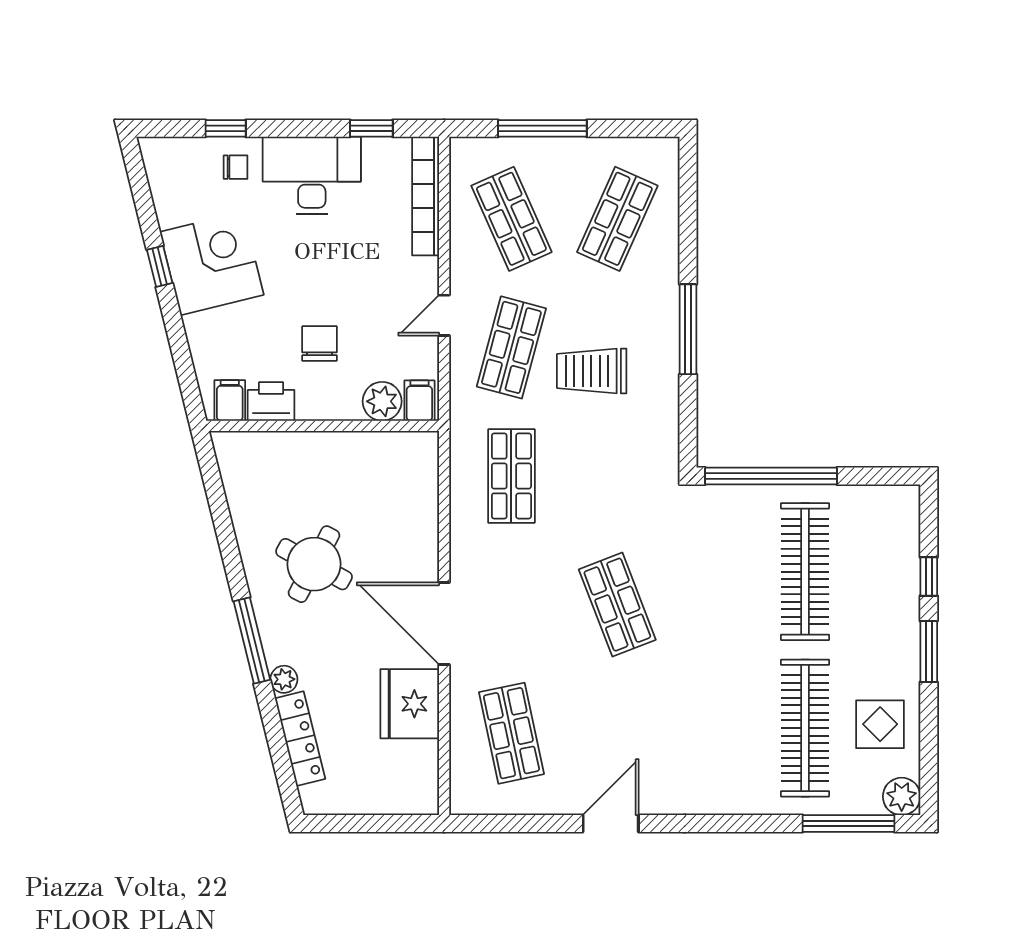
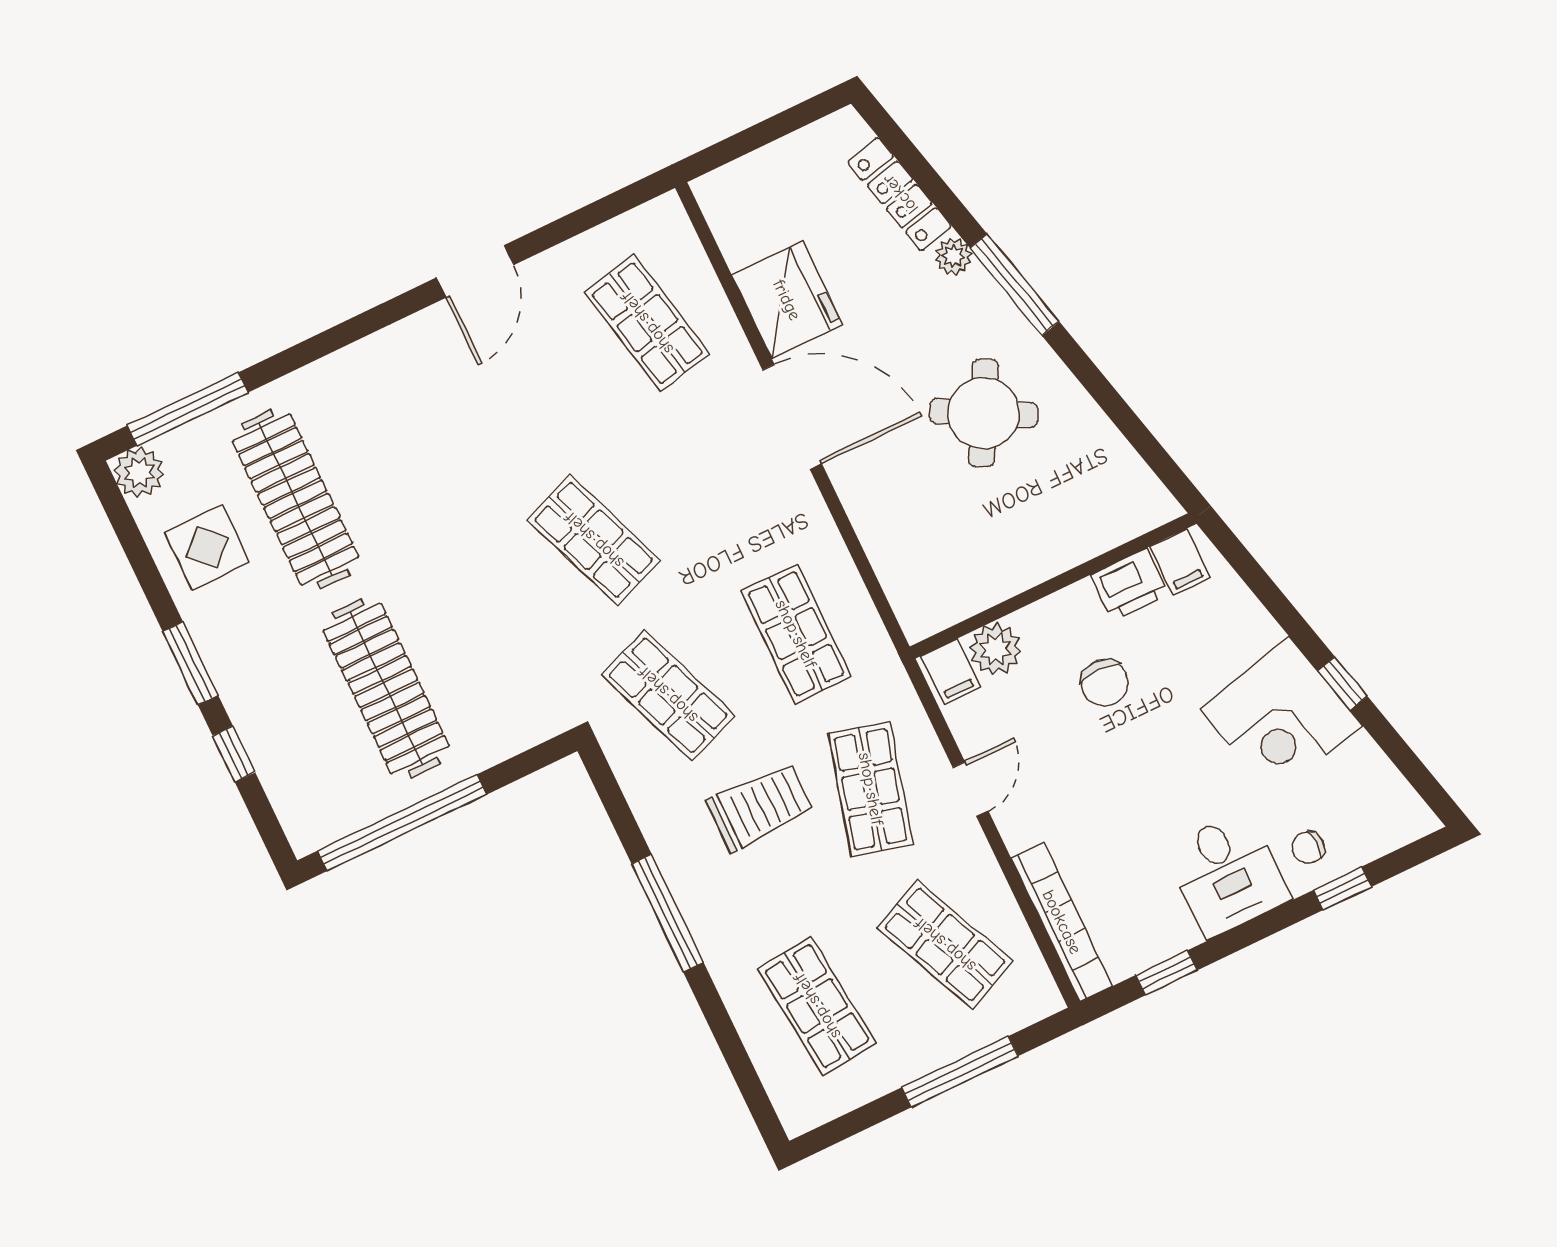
desk: (312, 175) -> (1227, 874), width x0.73
shop shelf: (617, 219) -> (817, 1006), turned -30
shop shelf: (617, 476) -> (668, 695), added
window: (771, 476) -> (402, 823), moved

